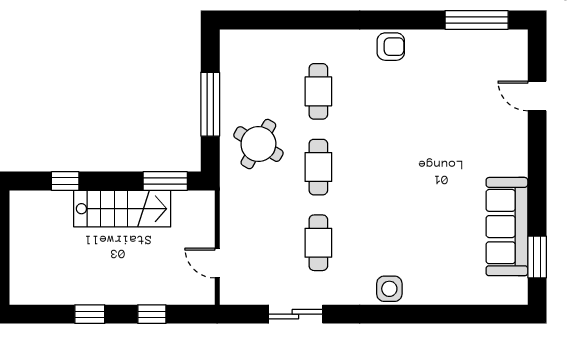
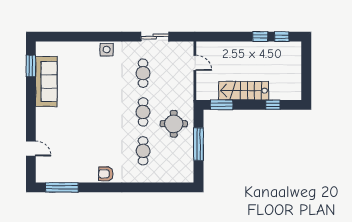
round table: (258, 144) -> (174, 124), turned -30
window: (152, 314) -> (282, 37), moved

